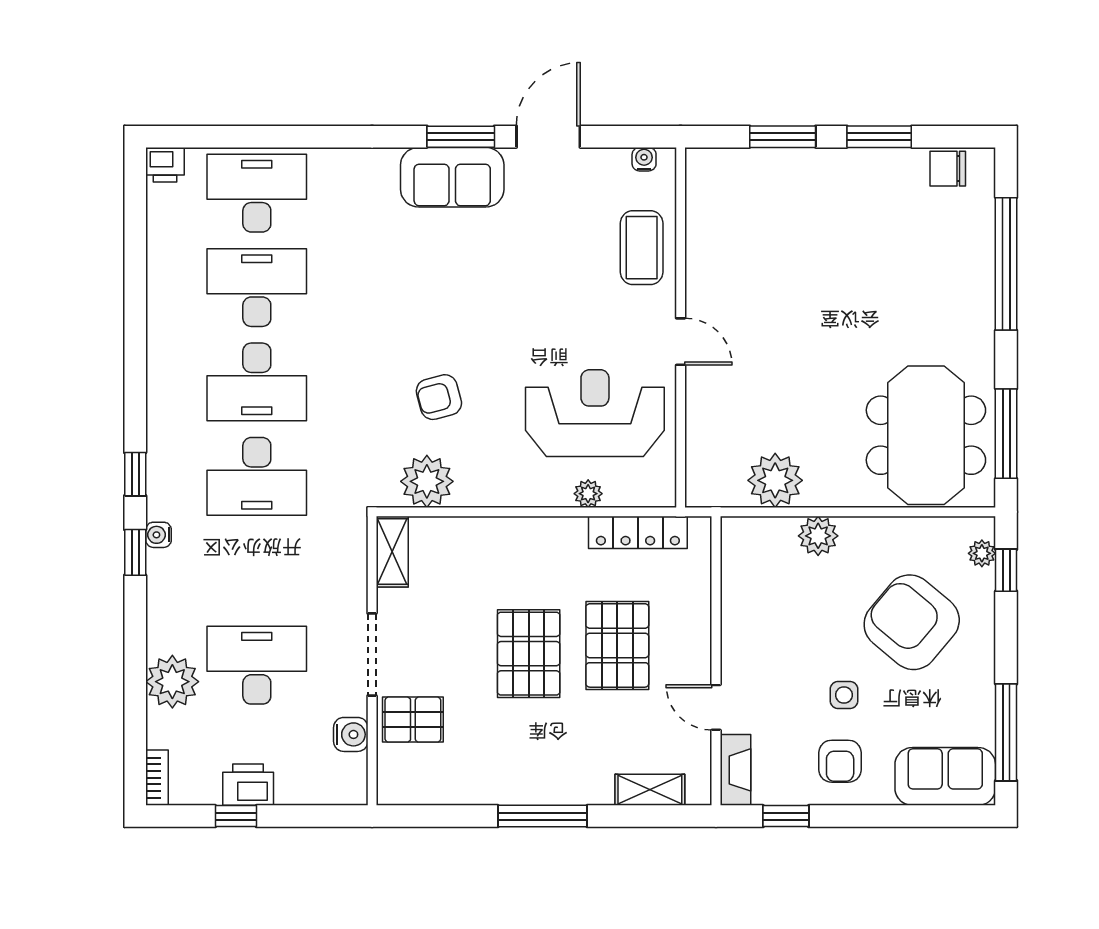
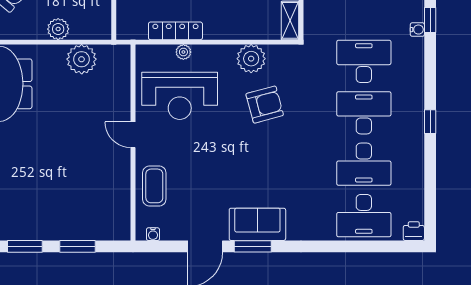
armchair: (439, 397) -> (265, 105), width x1.38, depth x1.38
window: (135, 474) -> (430, 122), moved
plant: (427, 481) -> (251, 59), moved
locker: (638, 532) -> (175, 31), moved

